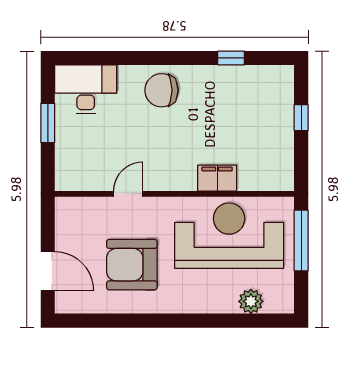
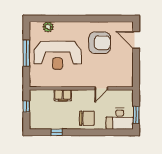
window: (48, 123) -> (136, 115), moved
filing cabinet: (217, 178) -> (63, 95), moved
door: (128, 194) -> (101, 88), moved
wall: (174, 194) -> (81, 88), moved

